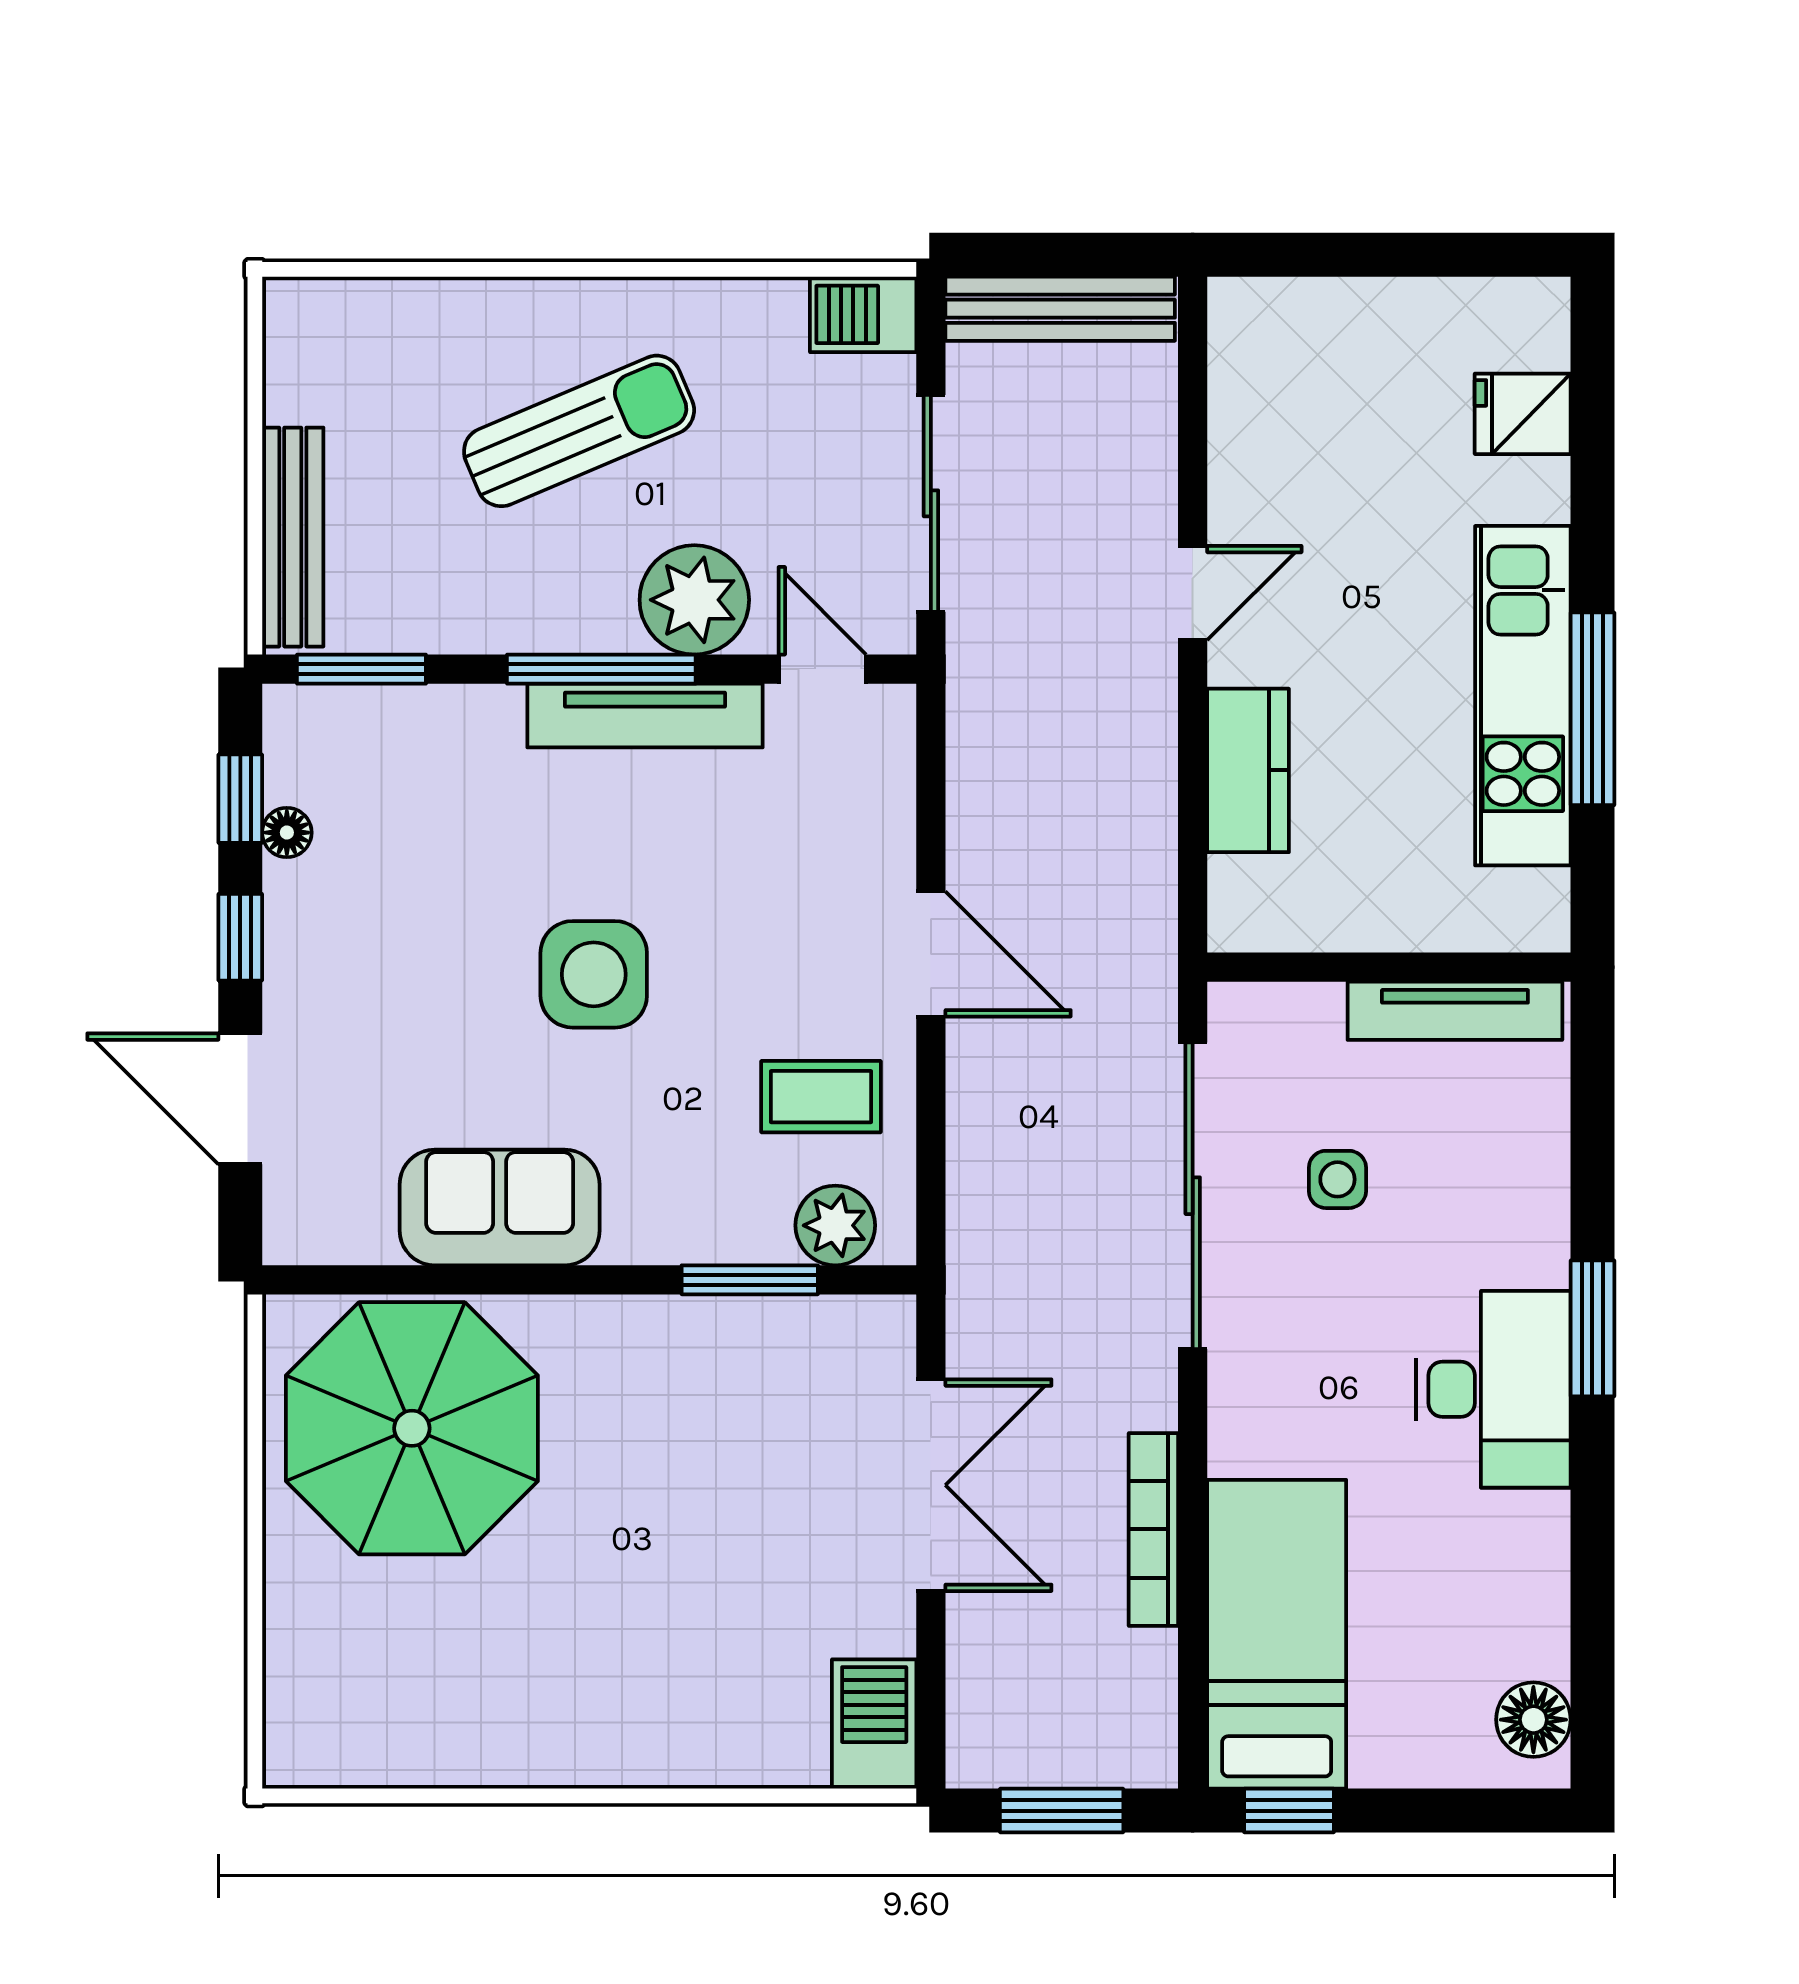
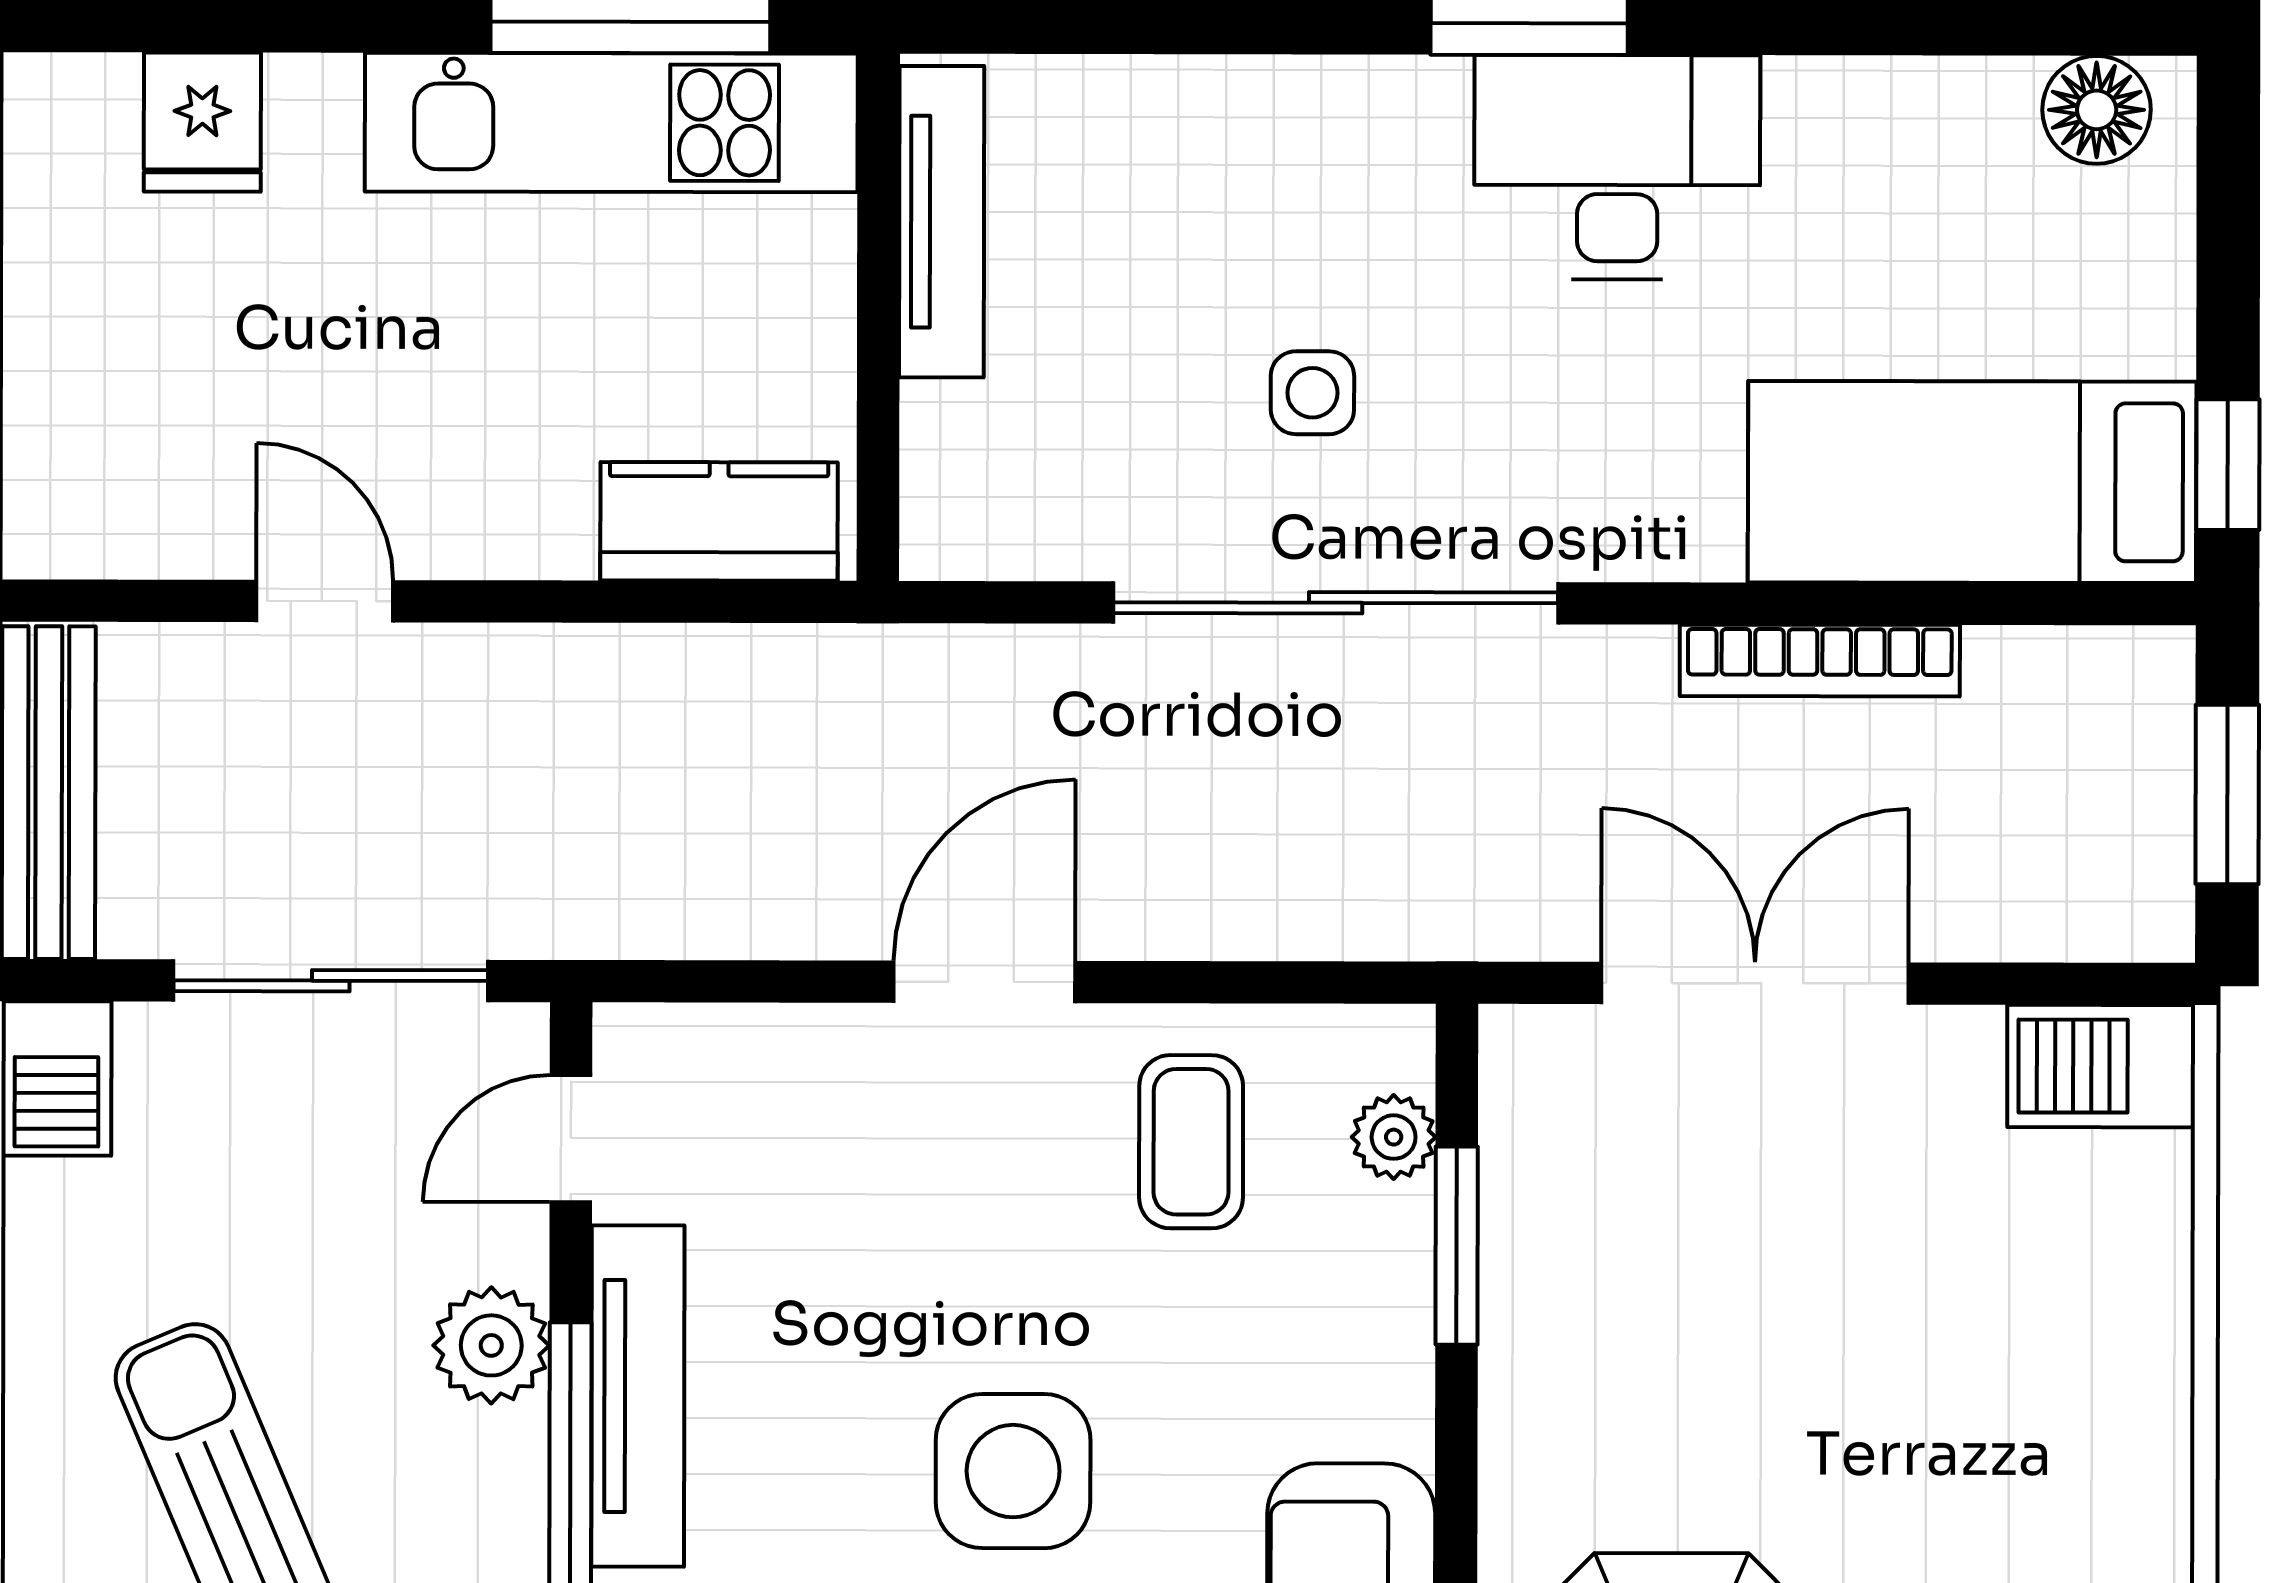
door: (1193, 593) -> (325, 601), moved
plant: (694, 600) -> (491, 1345), width x0.73, depth x0.73
wall: (1389, 967) -> (878, 317), moved
tv unit: (1455, 1011) -> (942, 222), moved
plant: (835, 1225) -> (1394, 1137), width x0.73, depth x0.73

